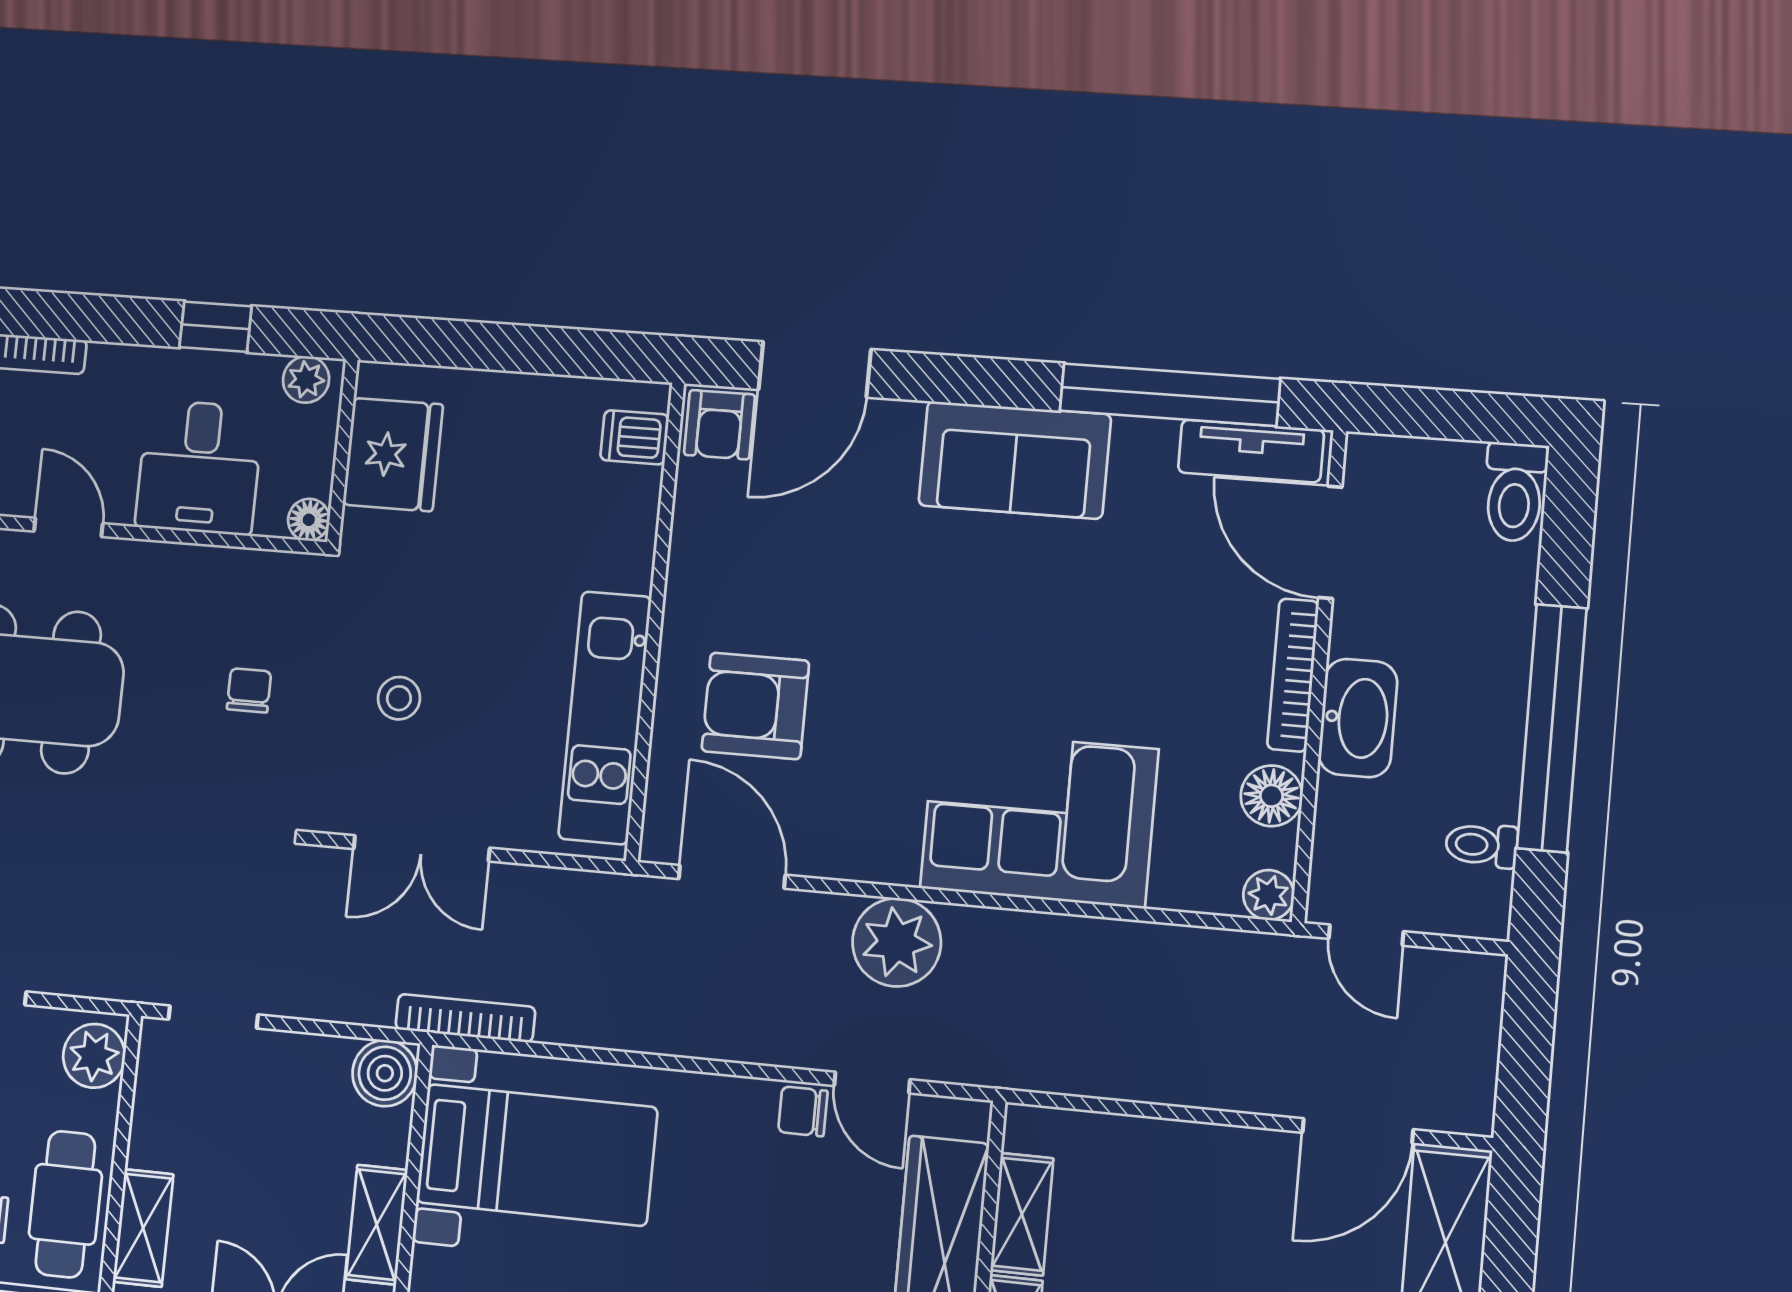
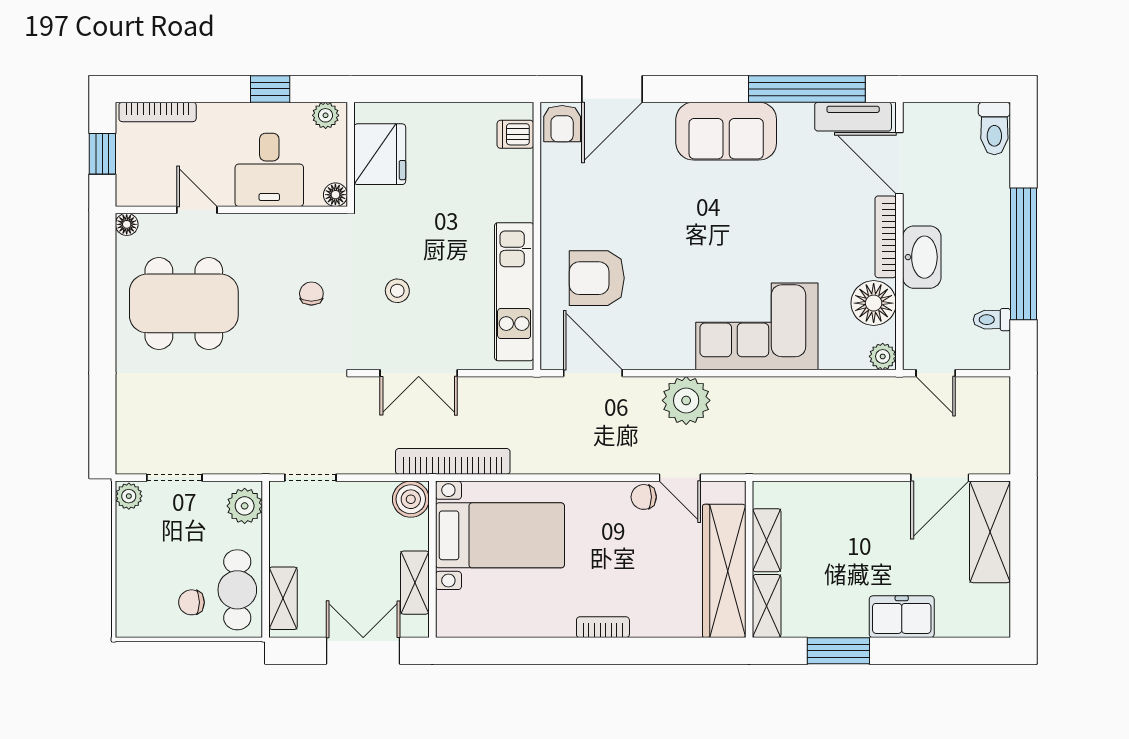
floor lamp: (1272, 796) -> (874, 303), width x1.38, depth x1.38
bookcase: (465, 1018) -> (453, 461), width x1.48, depth x1.31

